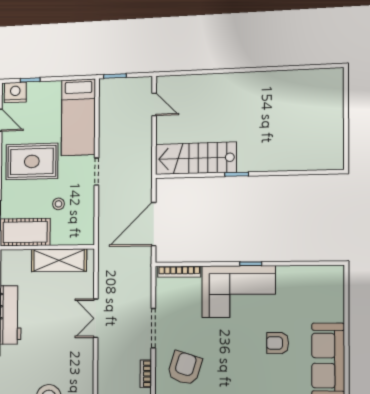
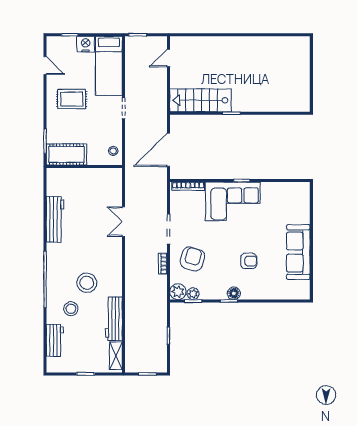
nightstand: (15, 92) -> (86, 44), moved
door: (154, 104) -> (168, 58), swing flipped
rug: (32, 161) -> (72, 99), width x0.73, depth x0.70
stool: (58, 204) -> (113, 151), moved
shelving: (59, 260) -> (94, 177), removed
armchair: (278, 343) -> (249, 261), moved, turned 180

